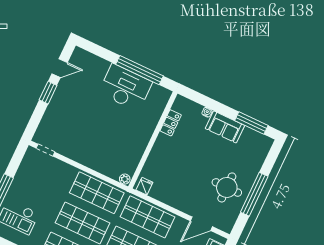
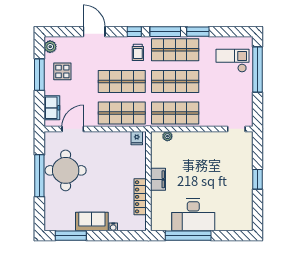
door: (60, 68) -> (257, 205), removed
locker: (171, 123) -> (140, 197), width x1.53
filing cabinet: (143, 137) -> (158, 179), added
plant: (125, 179) -> (167, 136), moved
round table: (227, 187) -> (66, 170), width x1.36, depth x1.36

